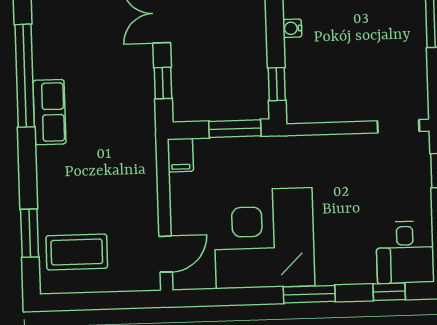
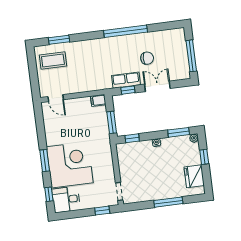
chair: (93, 31) -> (147, 58), added
row of seats: (49, 112) -> (126, 80), moved, turned 180
corner desk: (264, 238) -> (70, 165), moved
coffee table: (77, 252) -> (53, 60), turned 90

